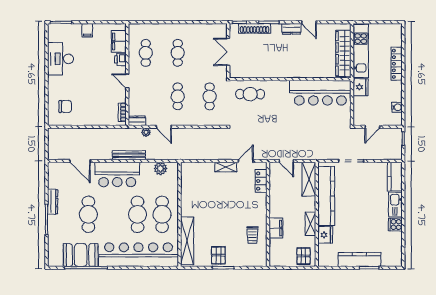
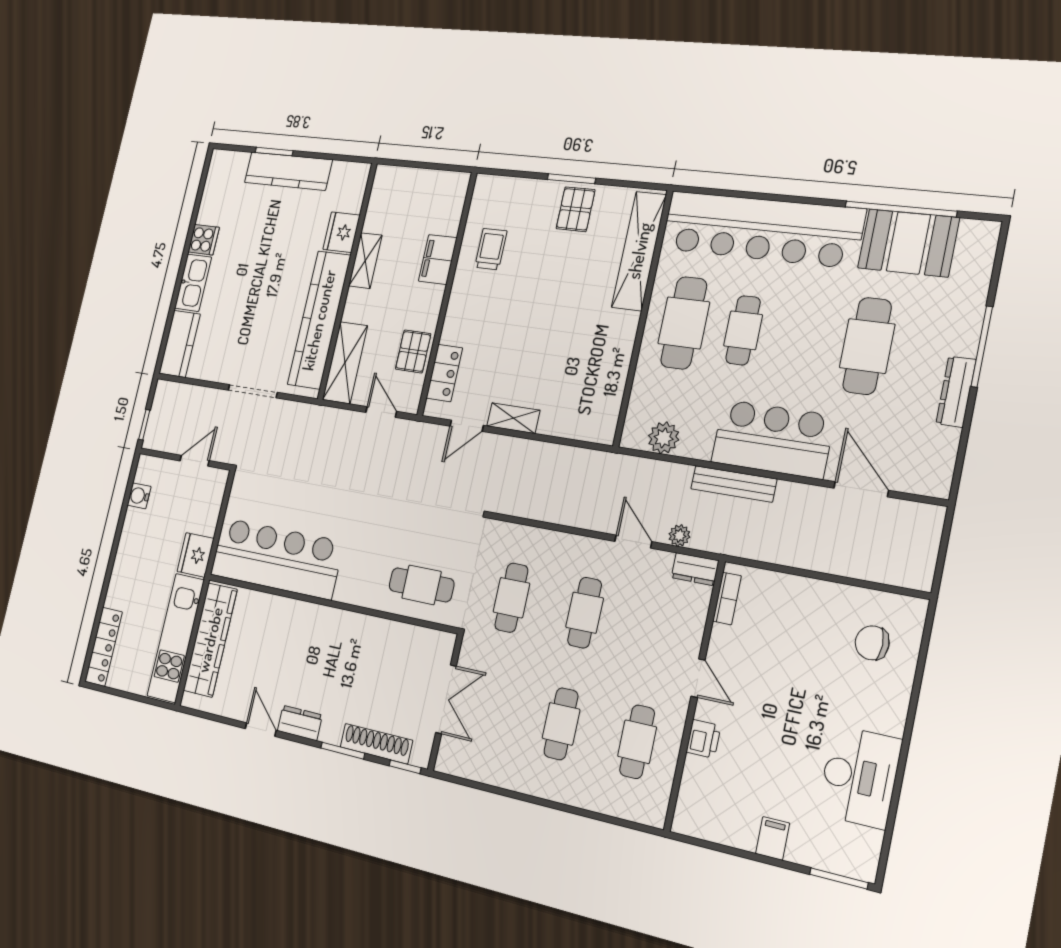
filing cabinet: (119, 41) -> (698, 788), removed
locker: (397, 64) -> (104, 647), moved
cafe table: (138, 214) -> (743, 330), width x0.73, depth x0.74
pallet: (304, 256) -> (413, 351), moved

